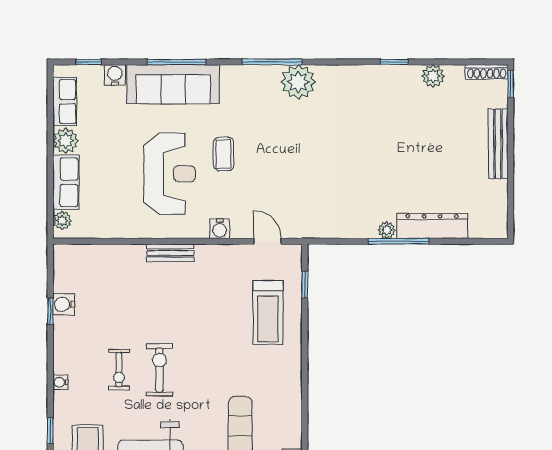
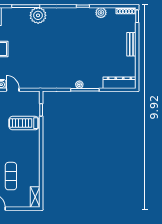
bench: (498, 144) -> (131, 44), width x0.73
dresser: (432, 226) -> (119, 83), moved
door: (267, 241) -> (13, 90), moved
treadmill: (268, 312) -> (24, 123), turned 90

